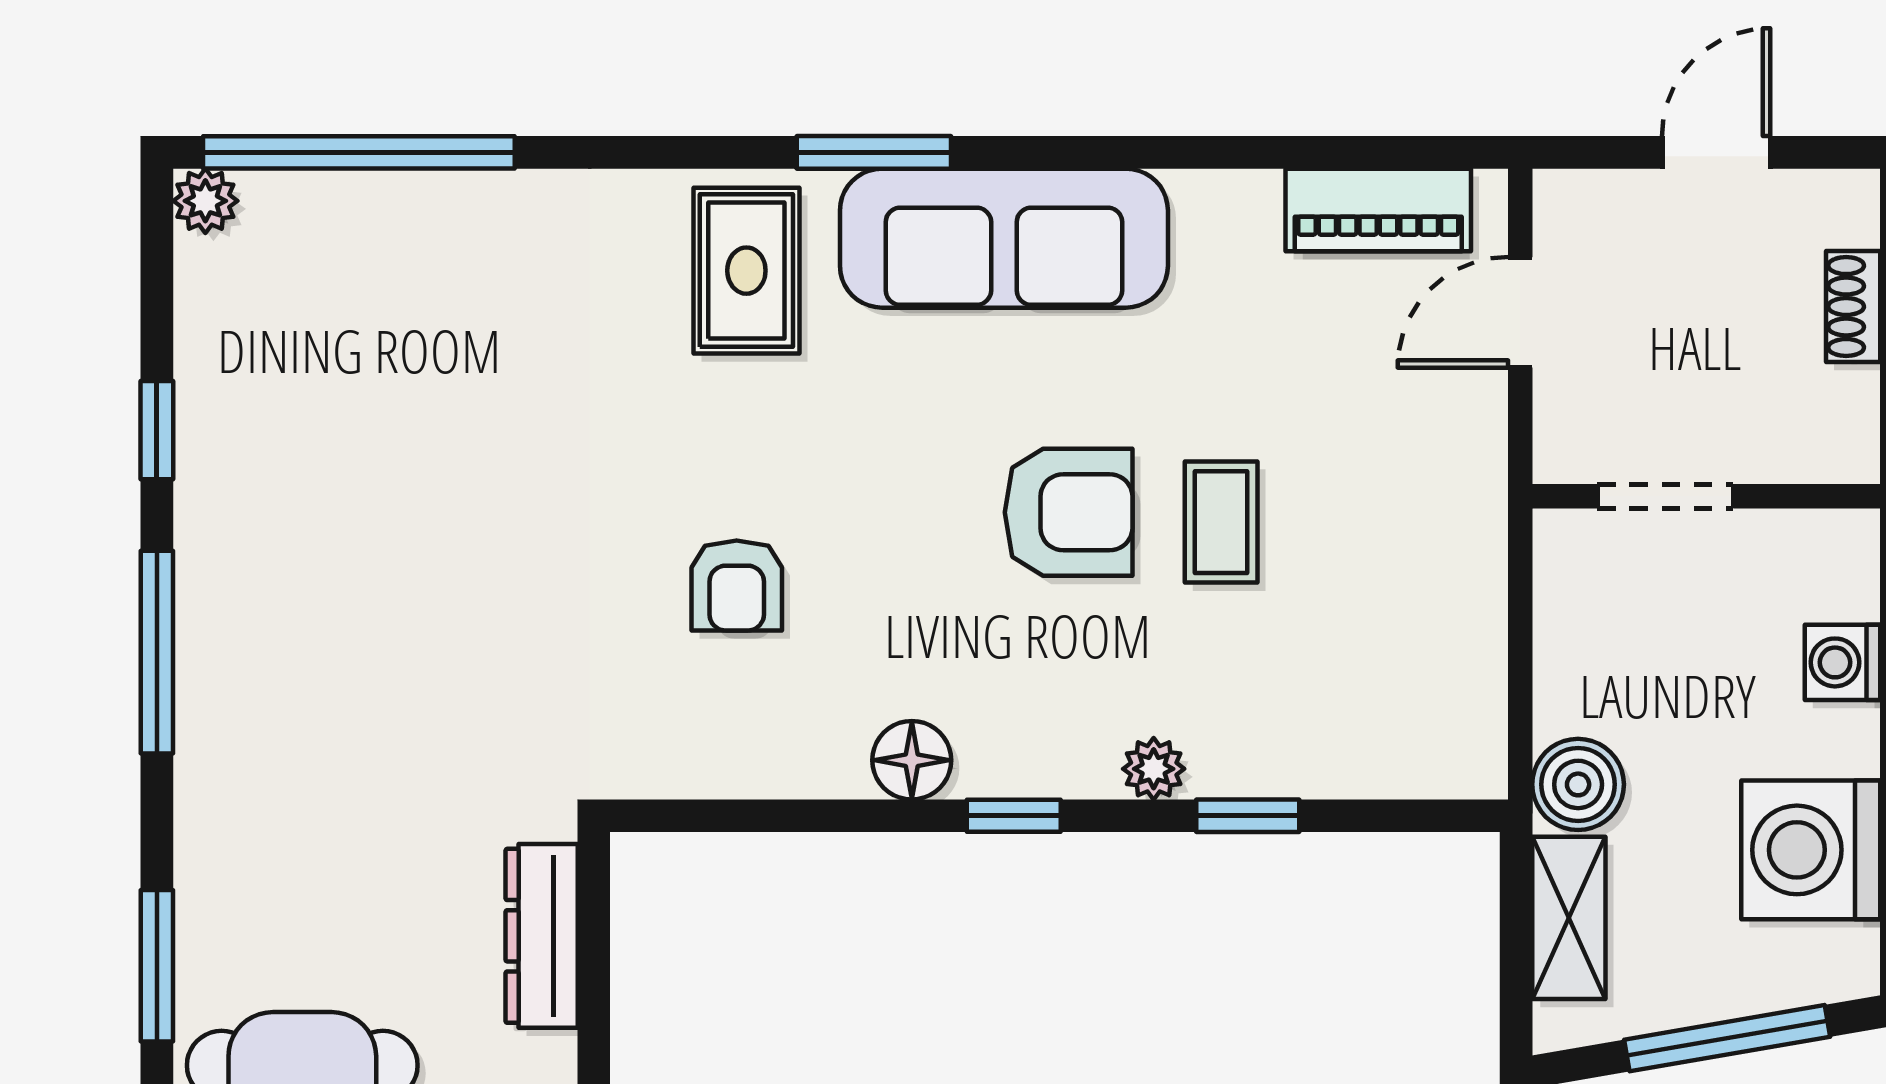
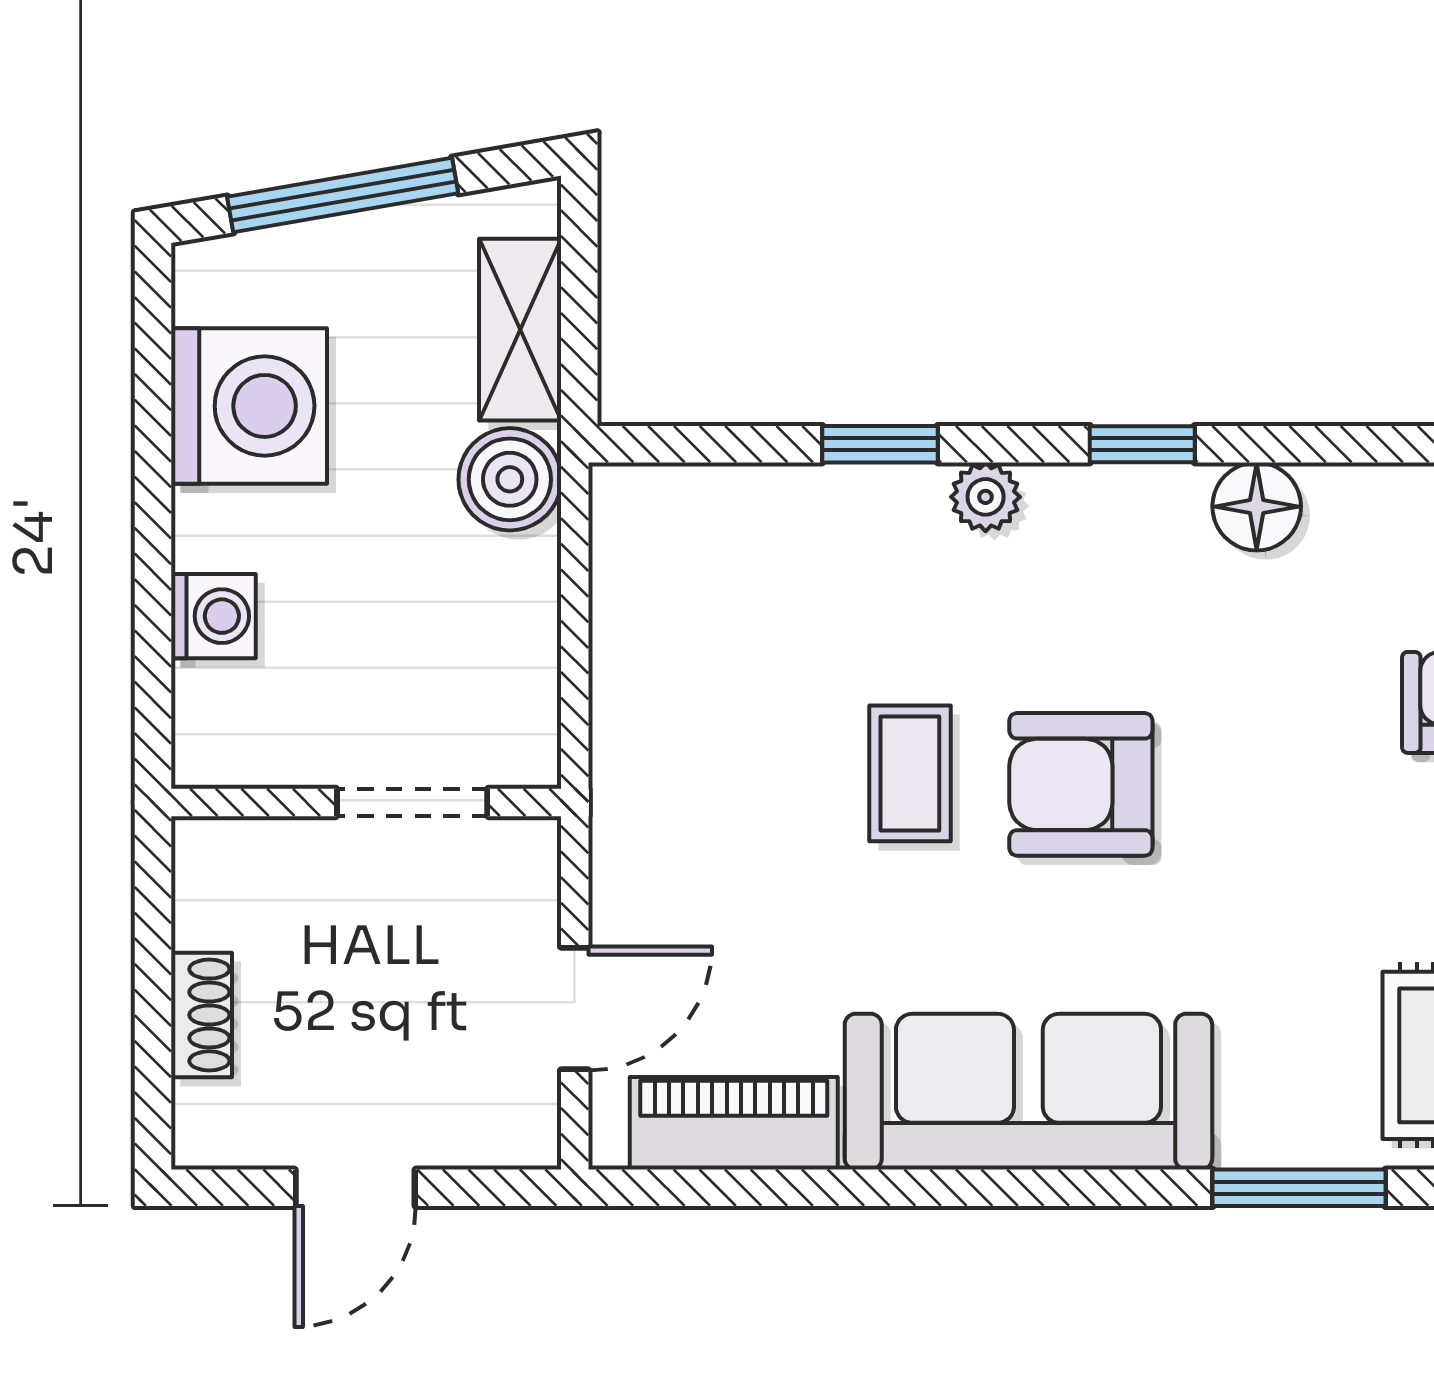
sofa: (1004, 238) -> (1028, 1092), moved

